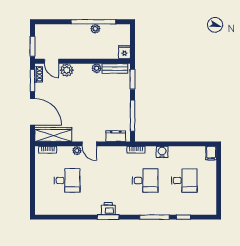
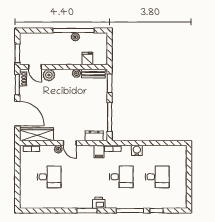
fridge: (124, 52) -> (87, 58), moved
filing cabinet: (211, 153) -> (99, 152), moved
printer: (108, 209) -> (99, 203), moved

